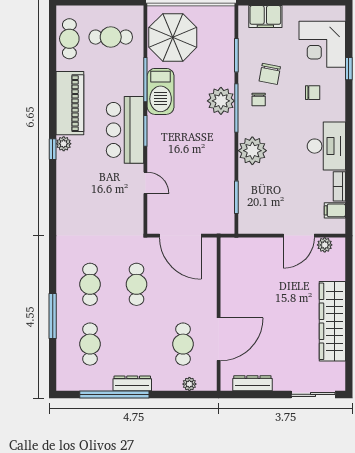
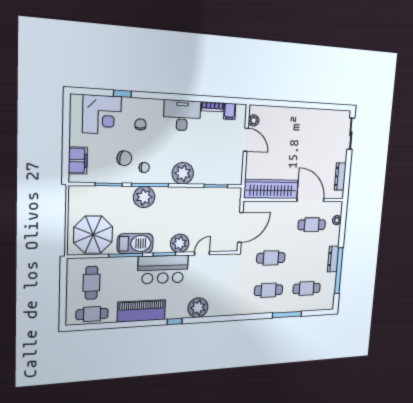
plant: (64, 144) -> (198, 308), moved, width x1.88, depth x1.88
plant: (160, 151) -> (180, 243), added
wardrobe: (332, 321) -> (271, 189), moved, turned 180

